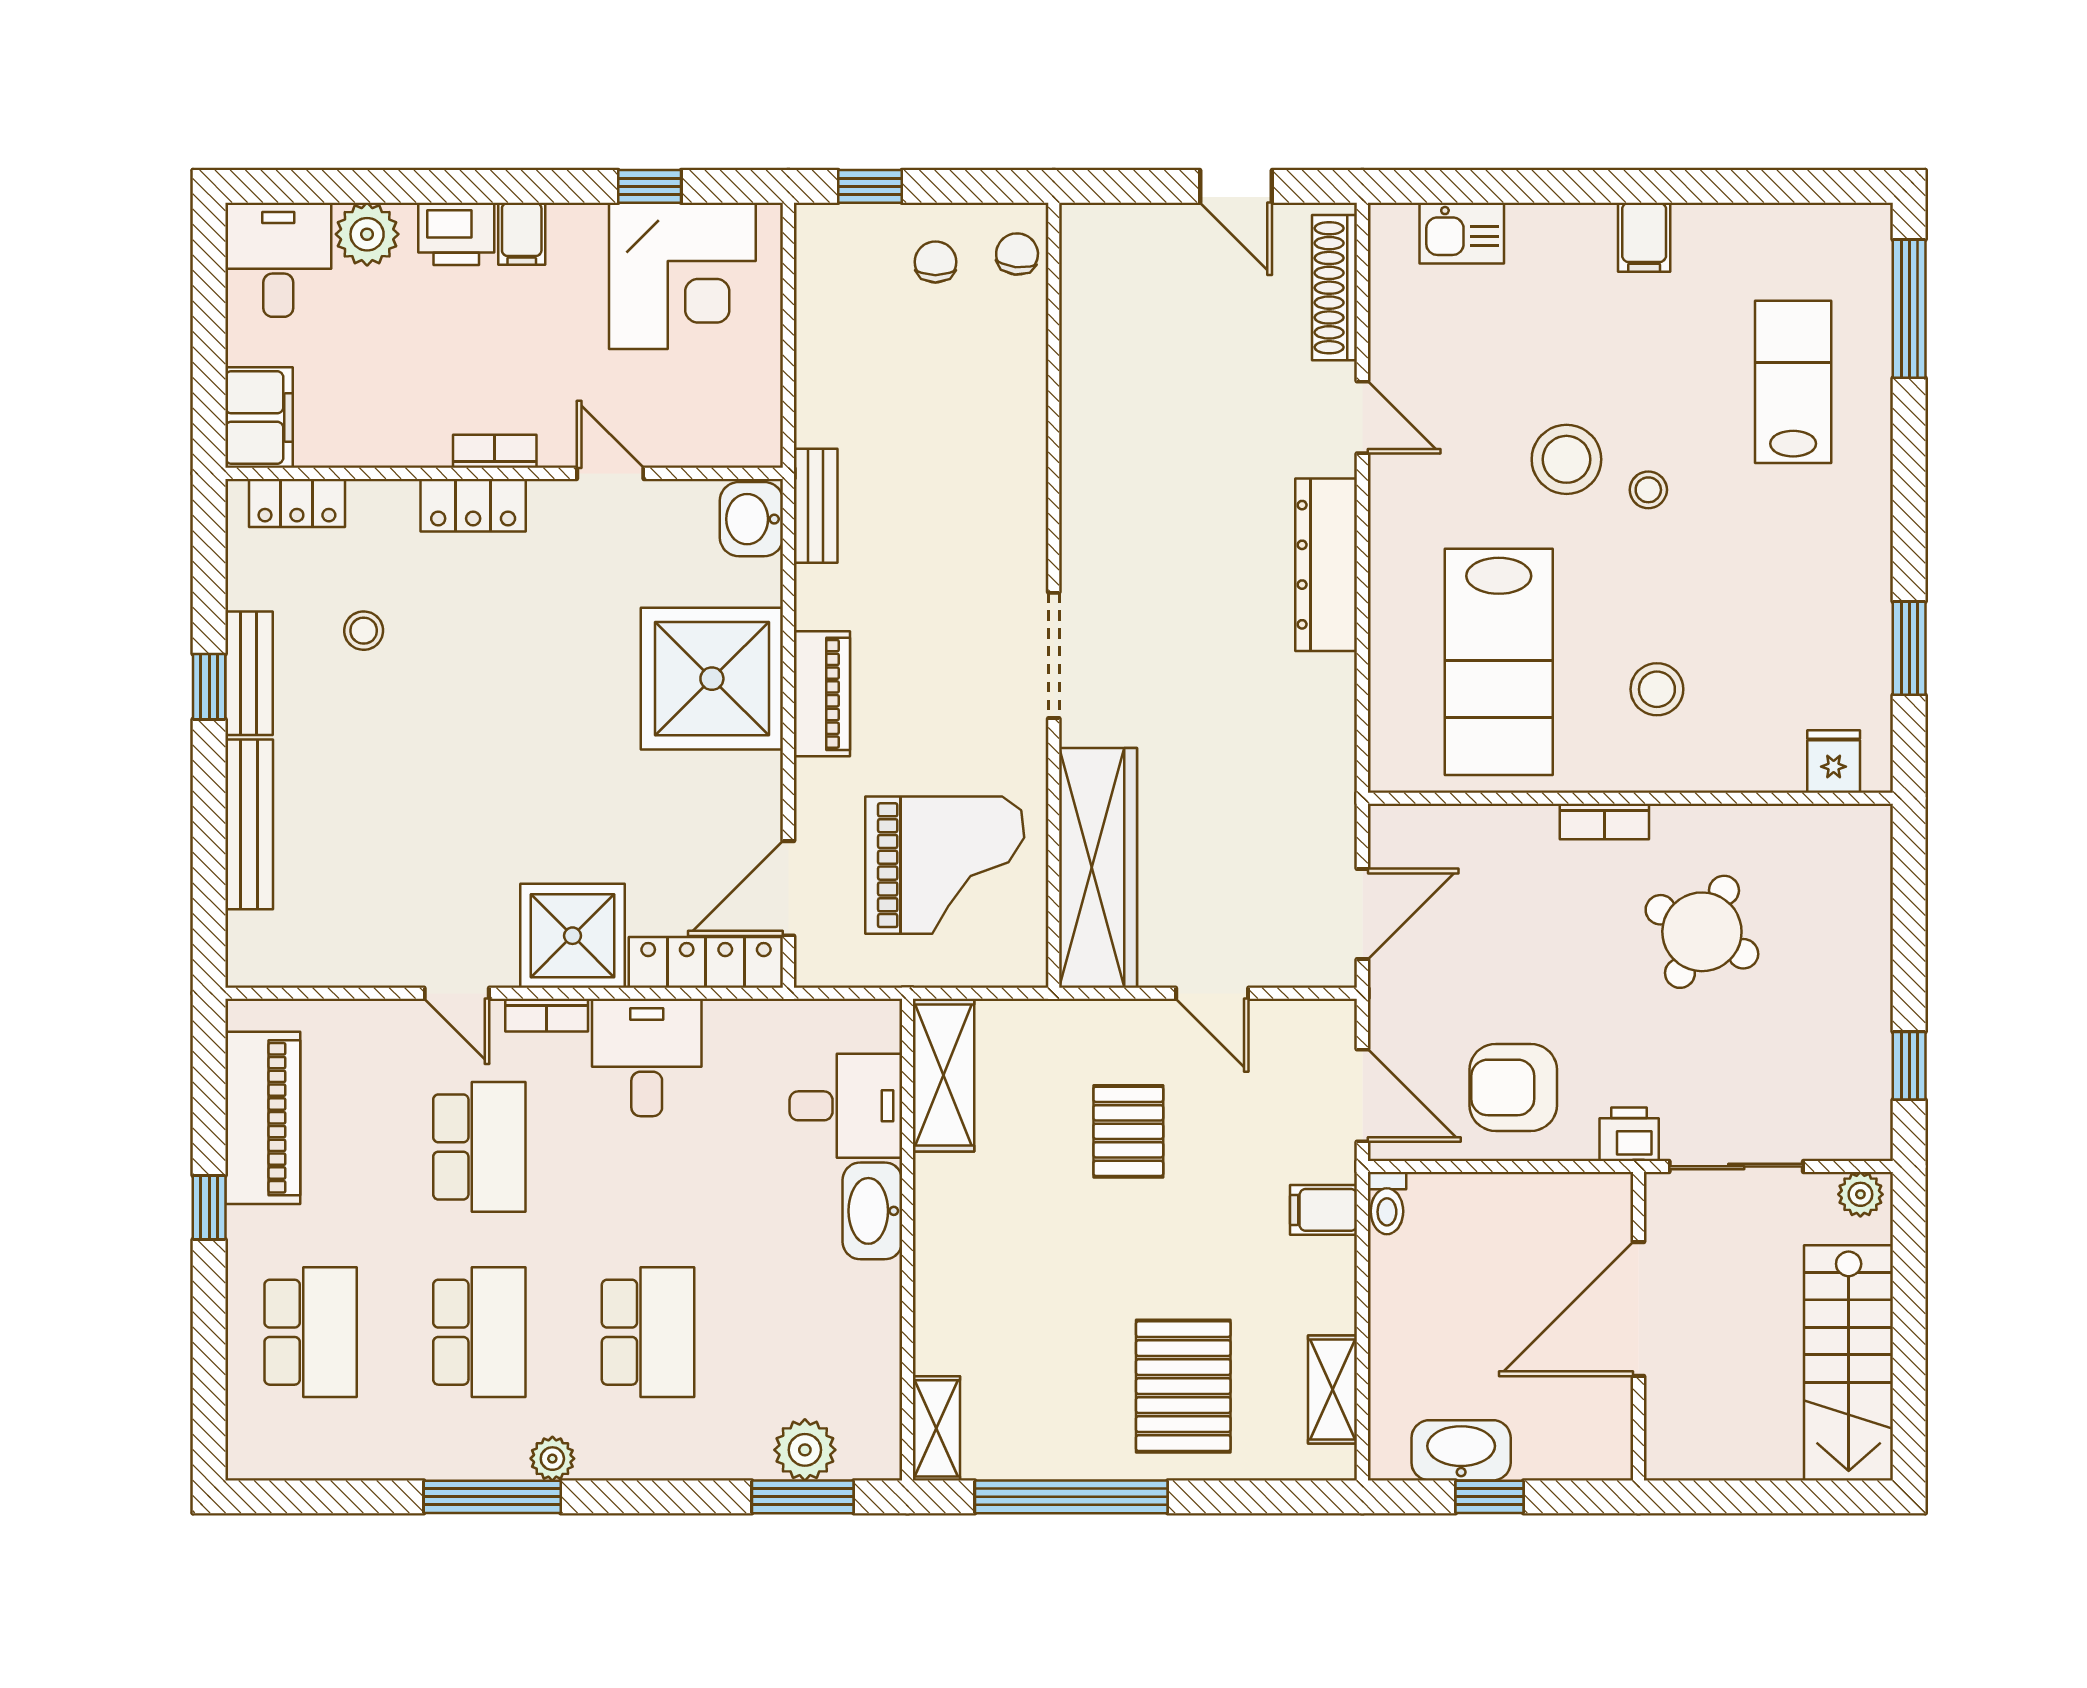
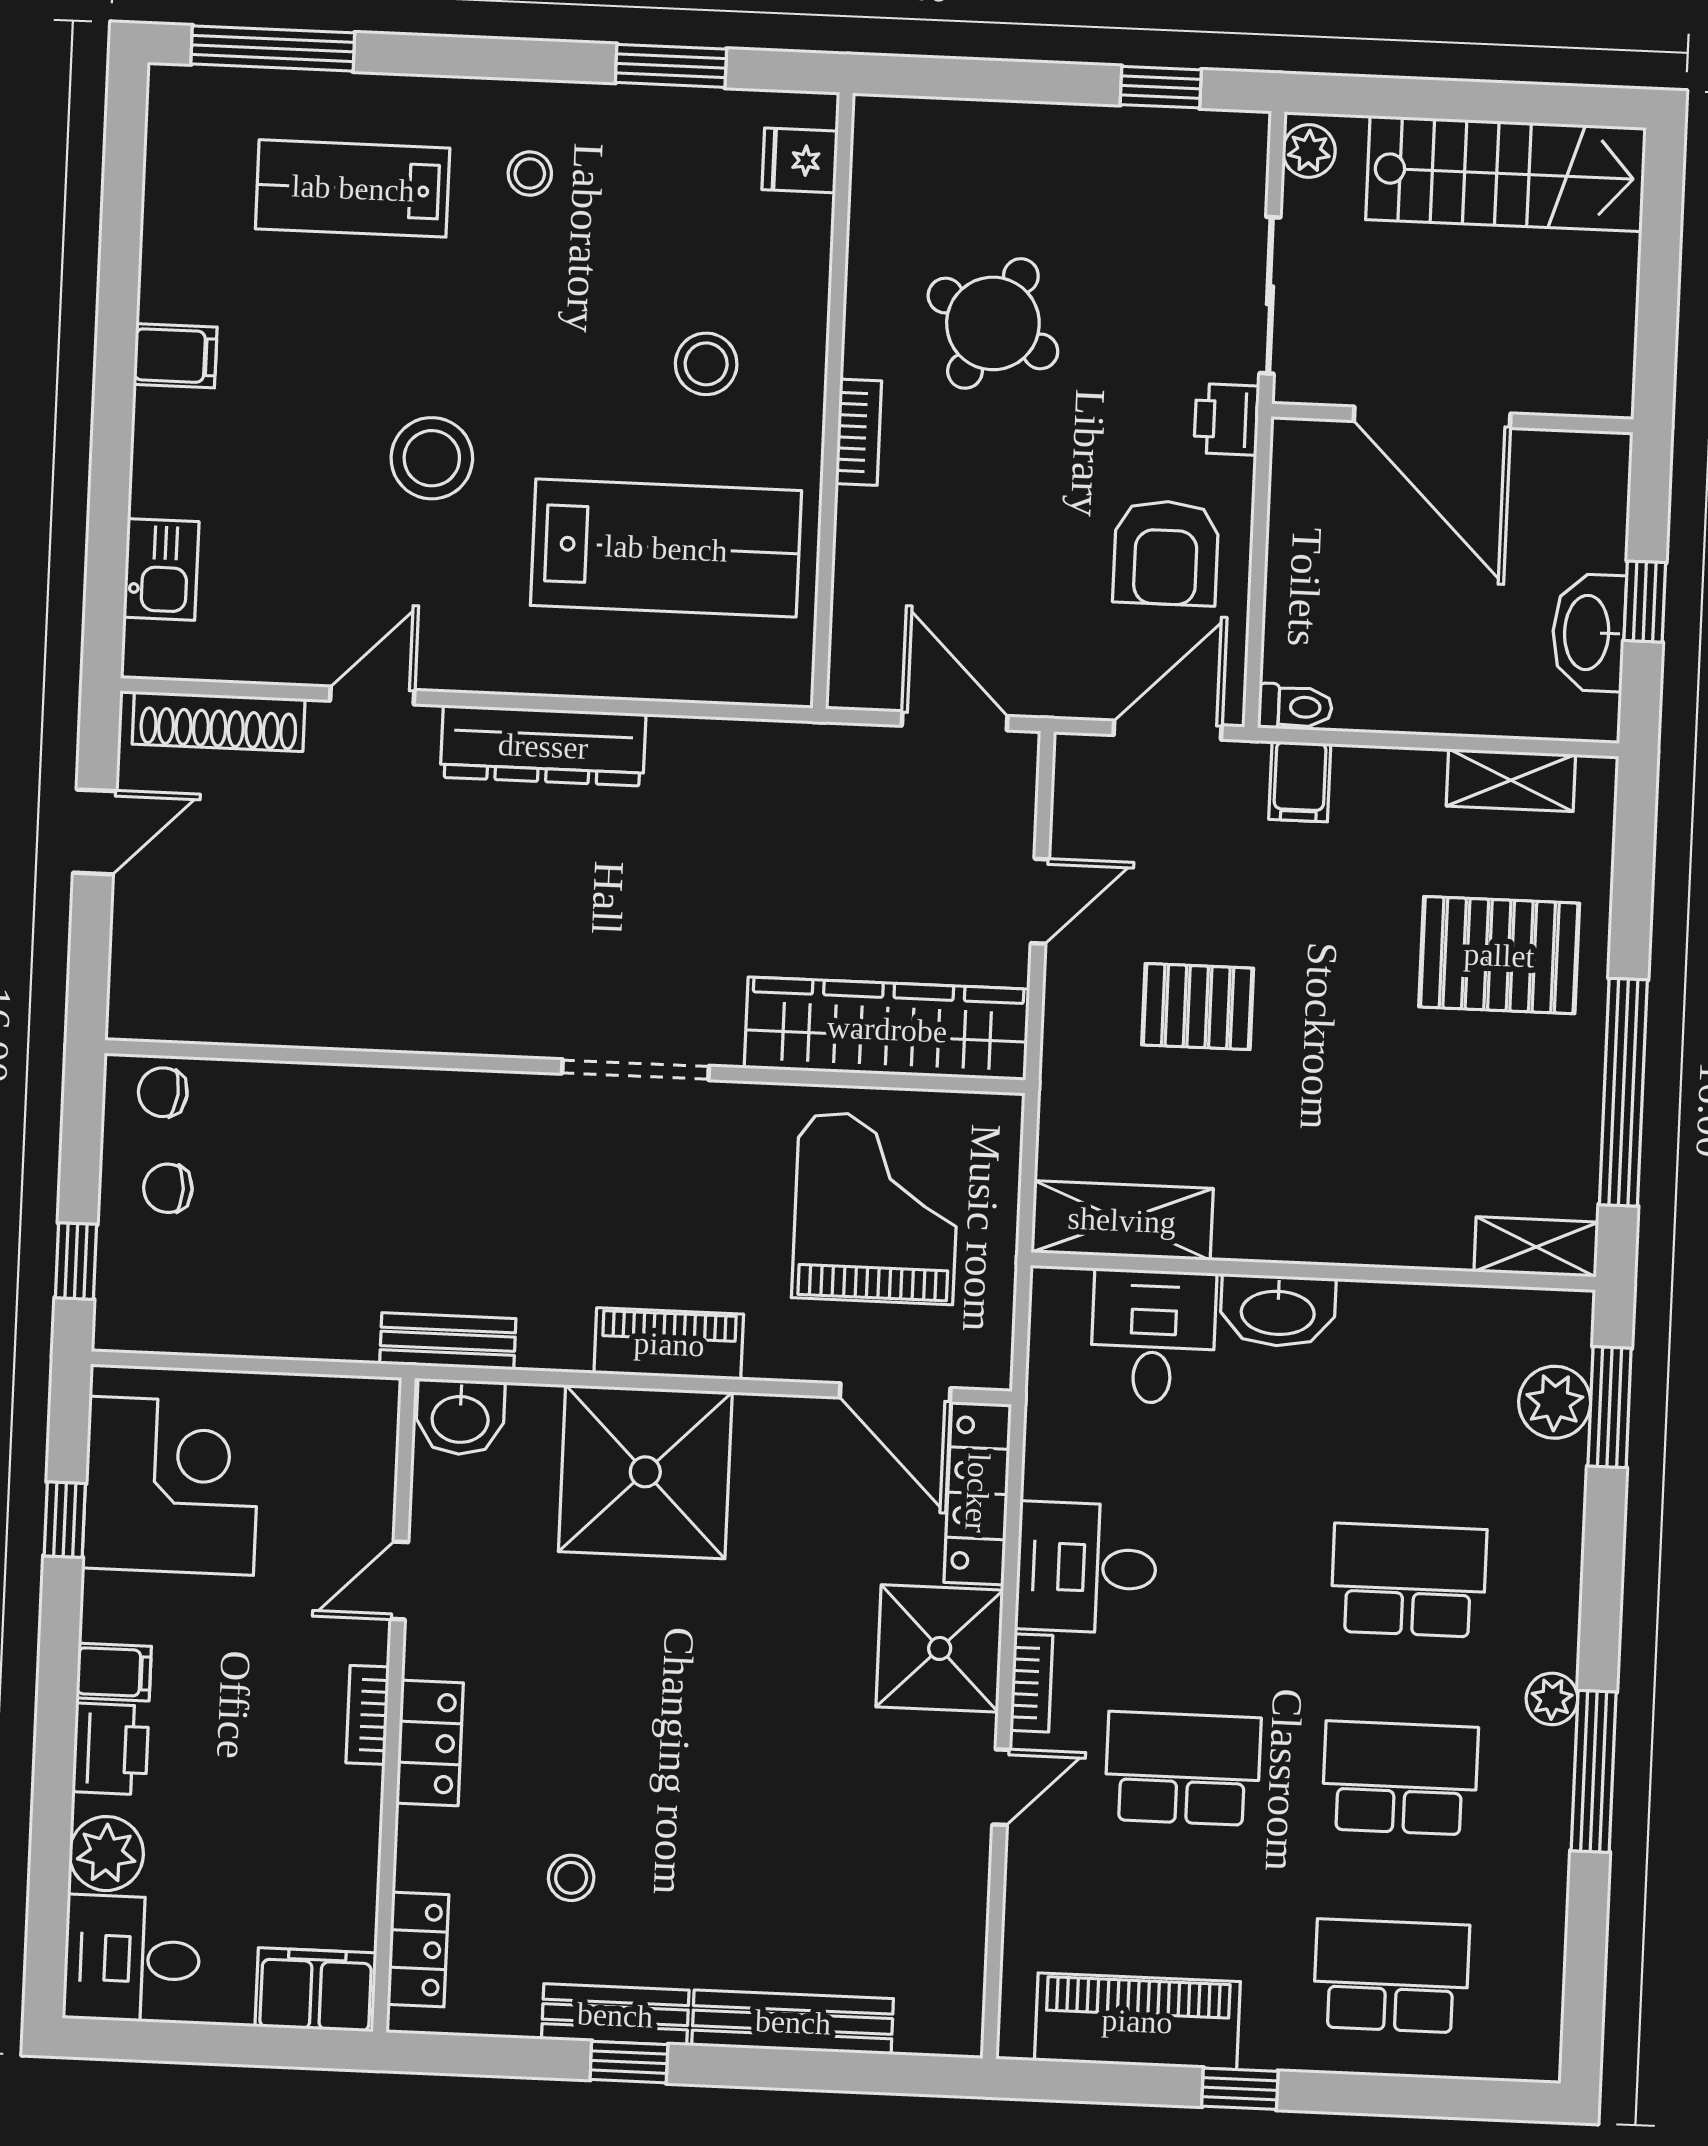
stool: (1648, 490) -> (530, 174), moved

